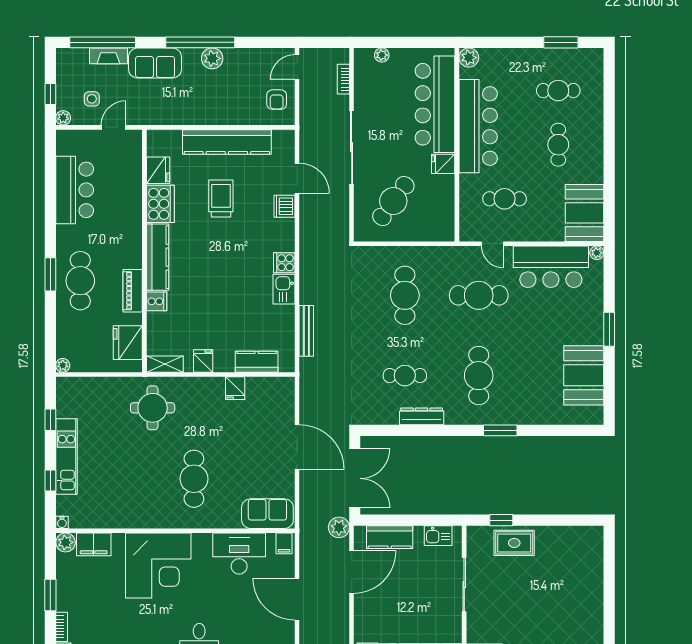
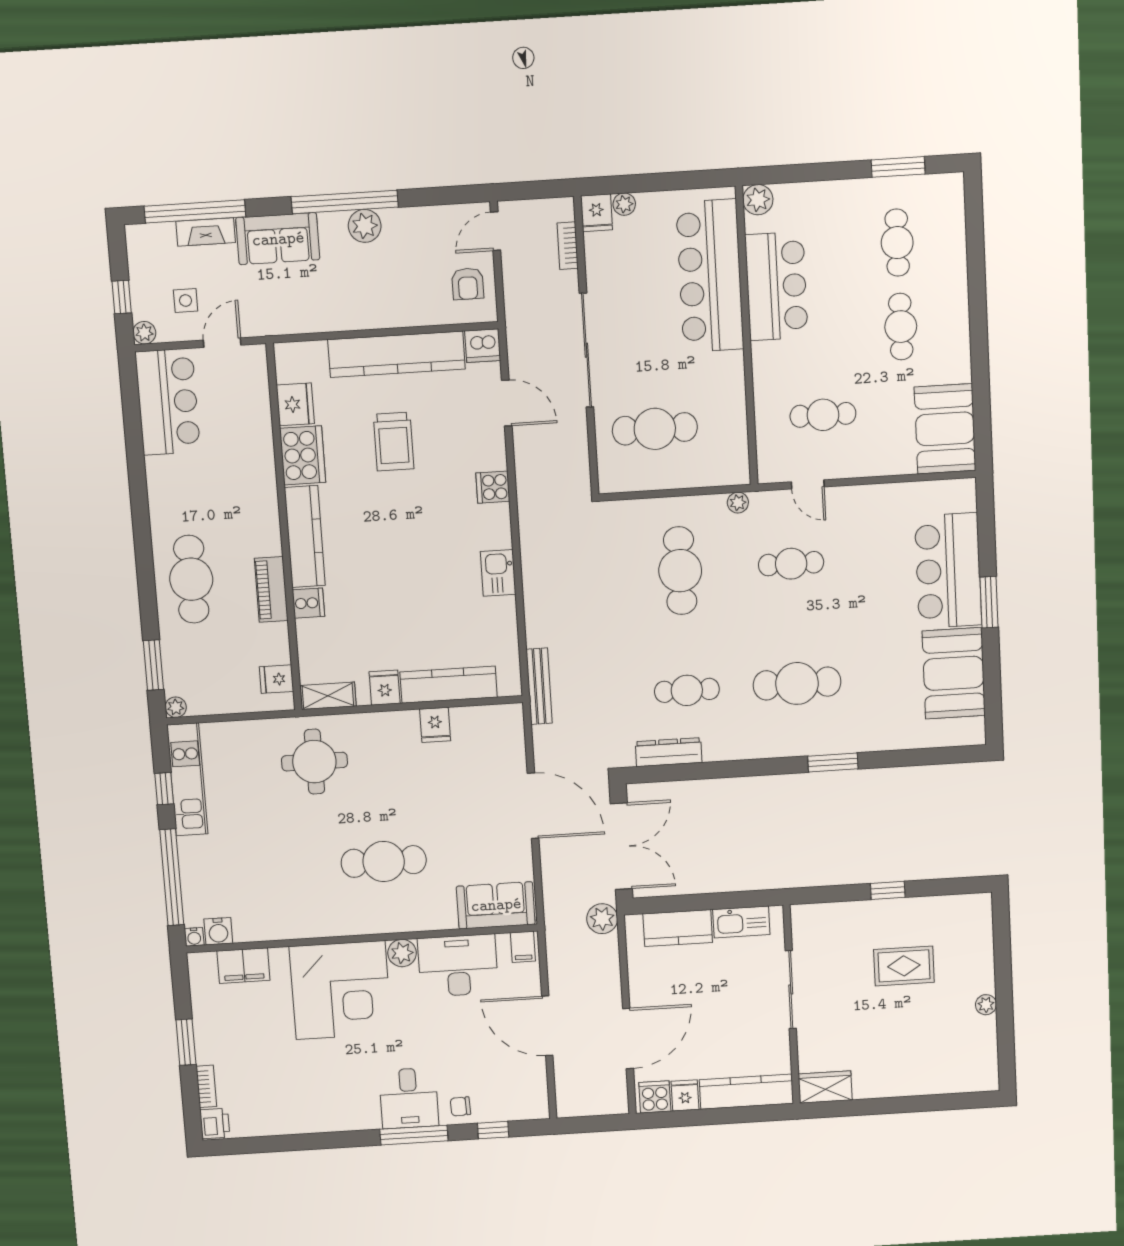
cafe table: (558, 91) -> (897, 243), turned 90
bar counter: (478, 126) -> (776, 286), width x0.73
fridge: (443, 164) -> (596, 213), moved, turned -90
bar counter: (75, 190) -> (168, 402), moved
trolley: (221, 199) -> (394, 442), turned 180
cafe table: (393, 201) -> (655, 429), turned 54
dishwasher: (284, 206) -> (483, 346), moved, turned -90
plant: (597, 253) -> (738, 503), moved
cooker: (284, 263) -> (493, 487), moved
bar counter: (551, 267) -> (948, 571), moved, turned 90
window: (50, 274) -> (153, 665), moved
cafe table: (479, 295) -> (791, 564), width x0.73, depth x0.74
bench: (306, 331) -> (539, 686), moved
fridge: (128, 343) -> (276, 679), width x0.53, depth x0.75
kitchen counter: (257, 362) -> (449, 685), width x1.50
cafe table: (479, 376) -> (797, 683), turned 90
dresser: (422, 416) -> (669, 752), moved
kitchen unit: (66, 457) -> (187, 779), moved
cafe table: (194, 479) -> (384, 861), turned 90
window: (50, 480) -> (172, 877), width x3.17
water cooler: (79, 520) -> (218, 931), added
window: (501, 520) -> (888, 890), moved
kitchen sink: (438, 536) -> (741, 922), width x1.38
plant: (66, 542) -> (402, 953), moved
rug: (514, 543) -> (904, 966), moved
door: (352, 572) -> (628, 1038), moved
plant: (597, 604) -> (986, 1005), added

